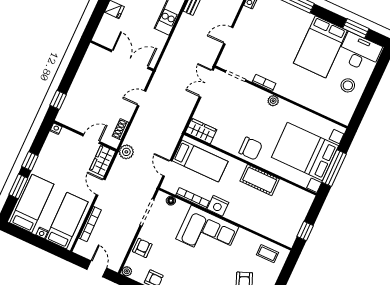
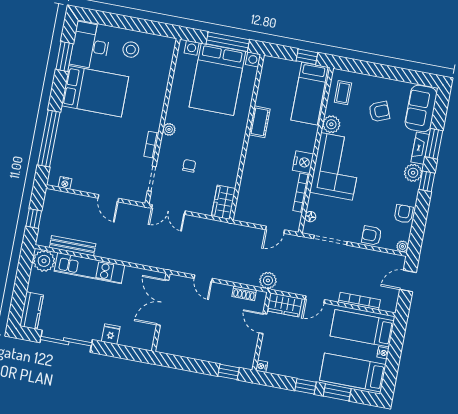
chair: (251, 149) -> (189, 166), moved, width x0.54, depth x0.54
bed: (200, 161) -> (309, 94), moved, turned 180
cot: (260, 180) -> (259, 122), width x0.73, depth x0.75
plant: (244, 237) -> (331, 124), added

